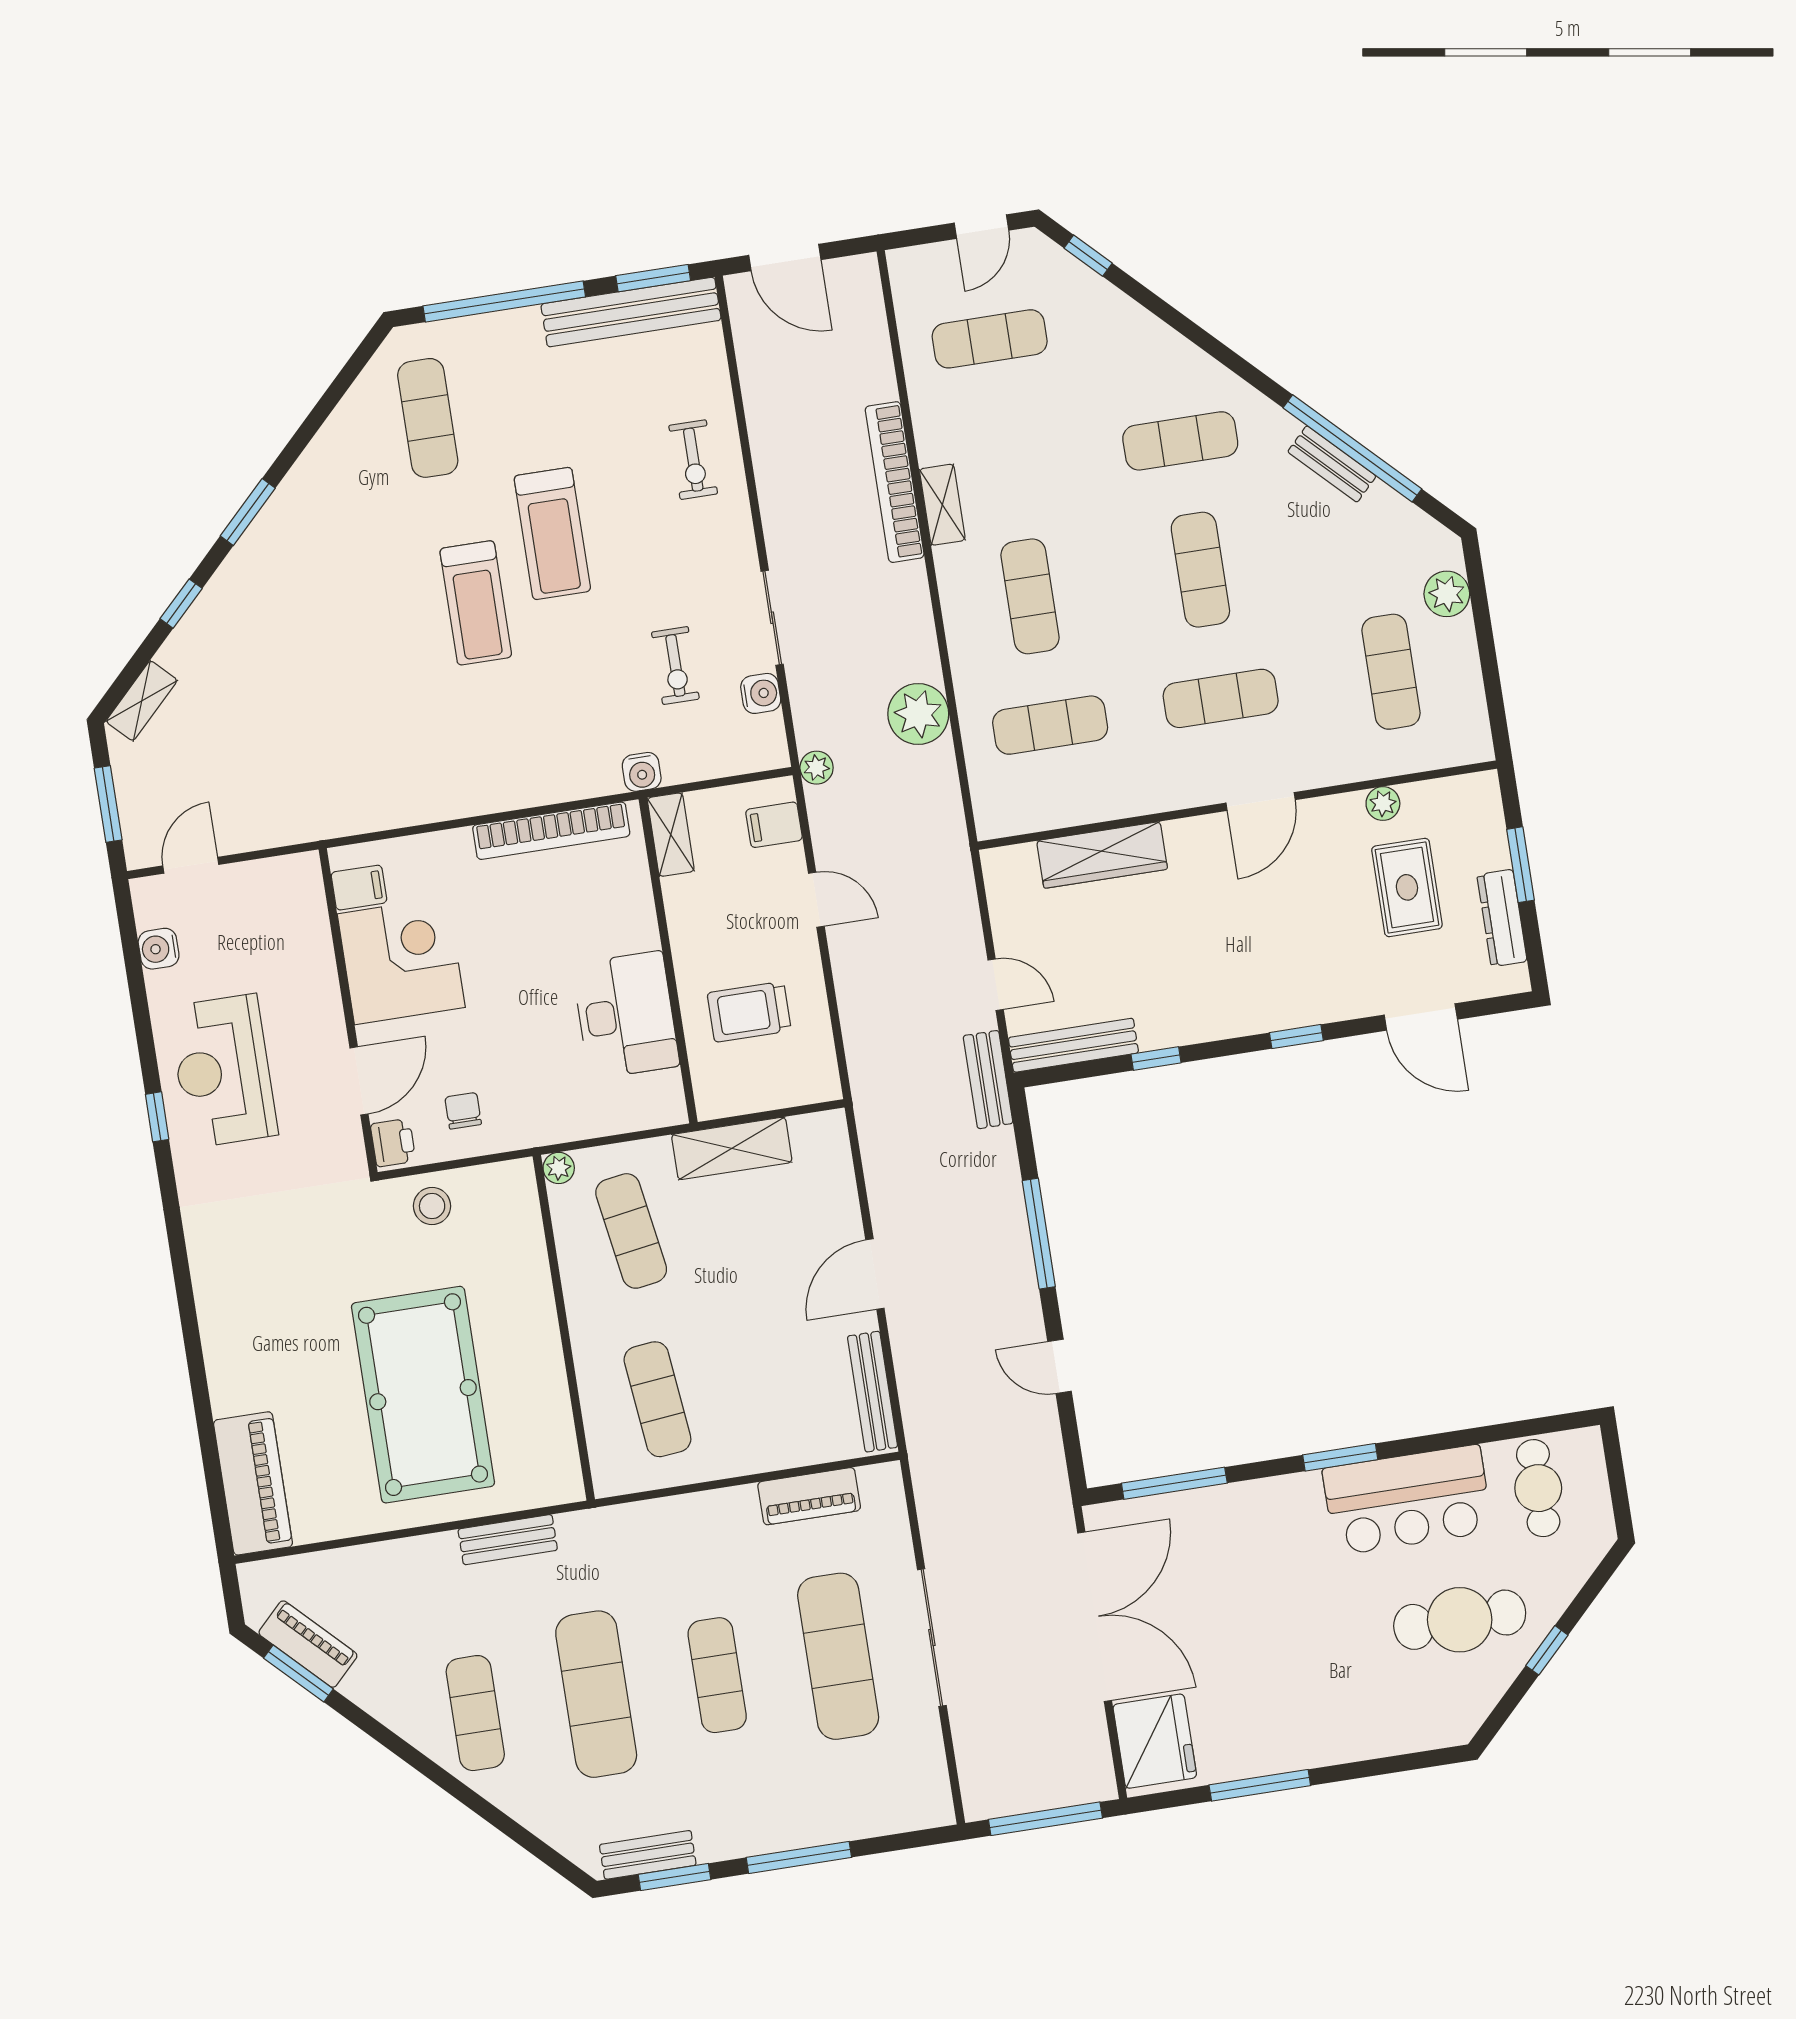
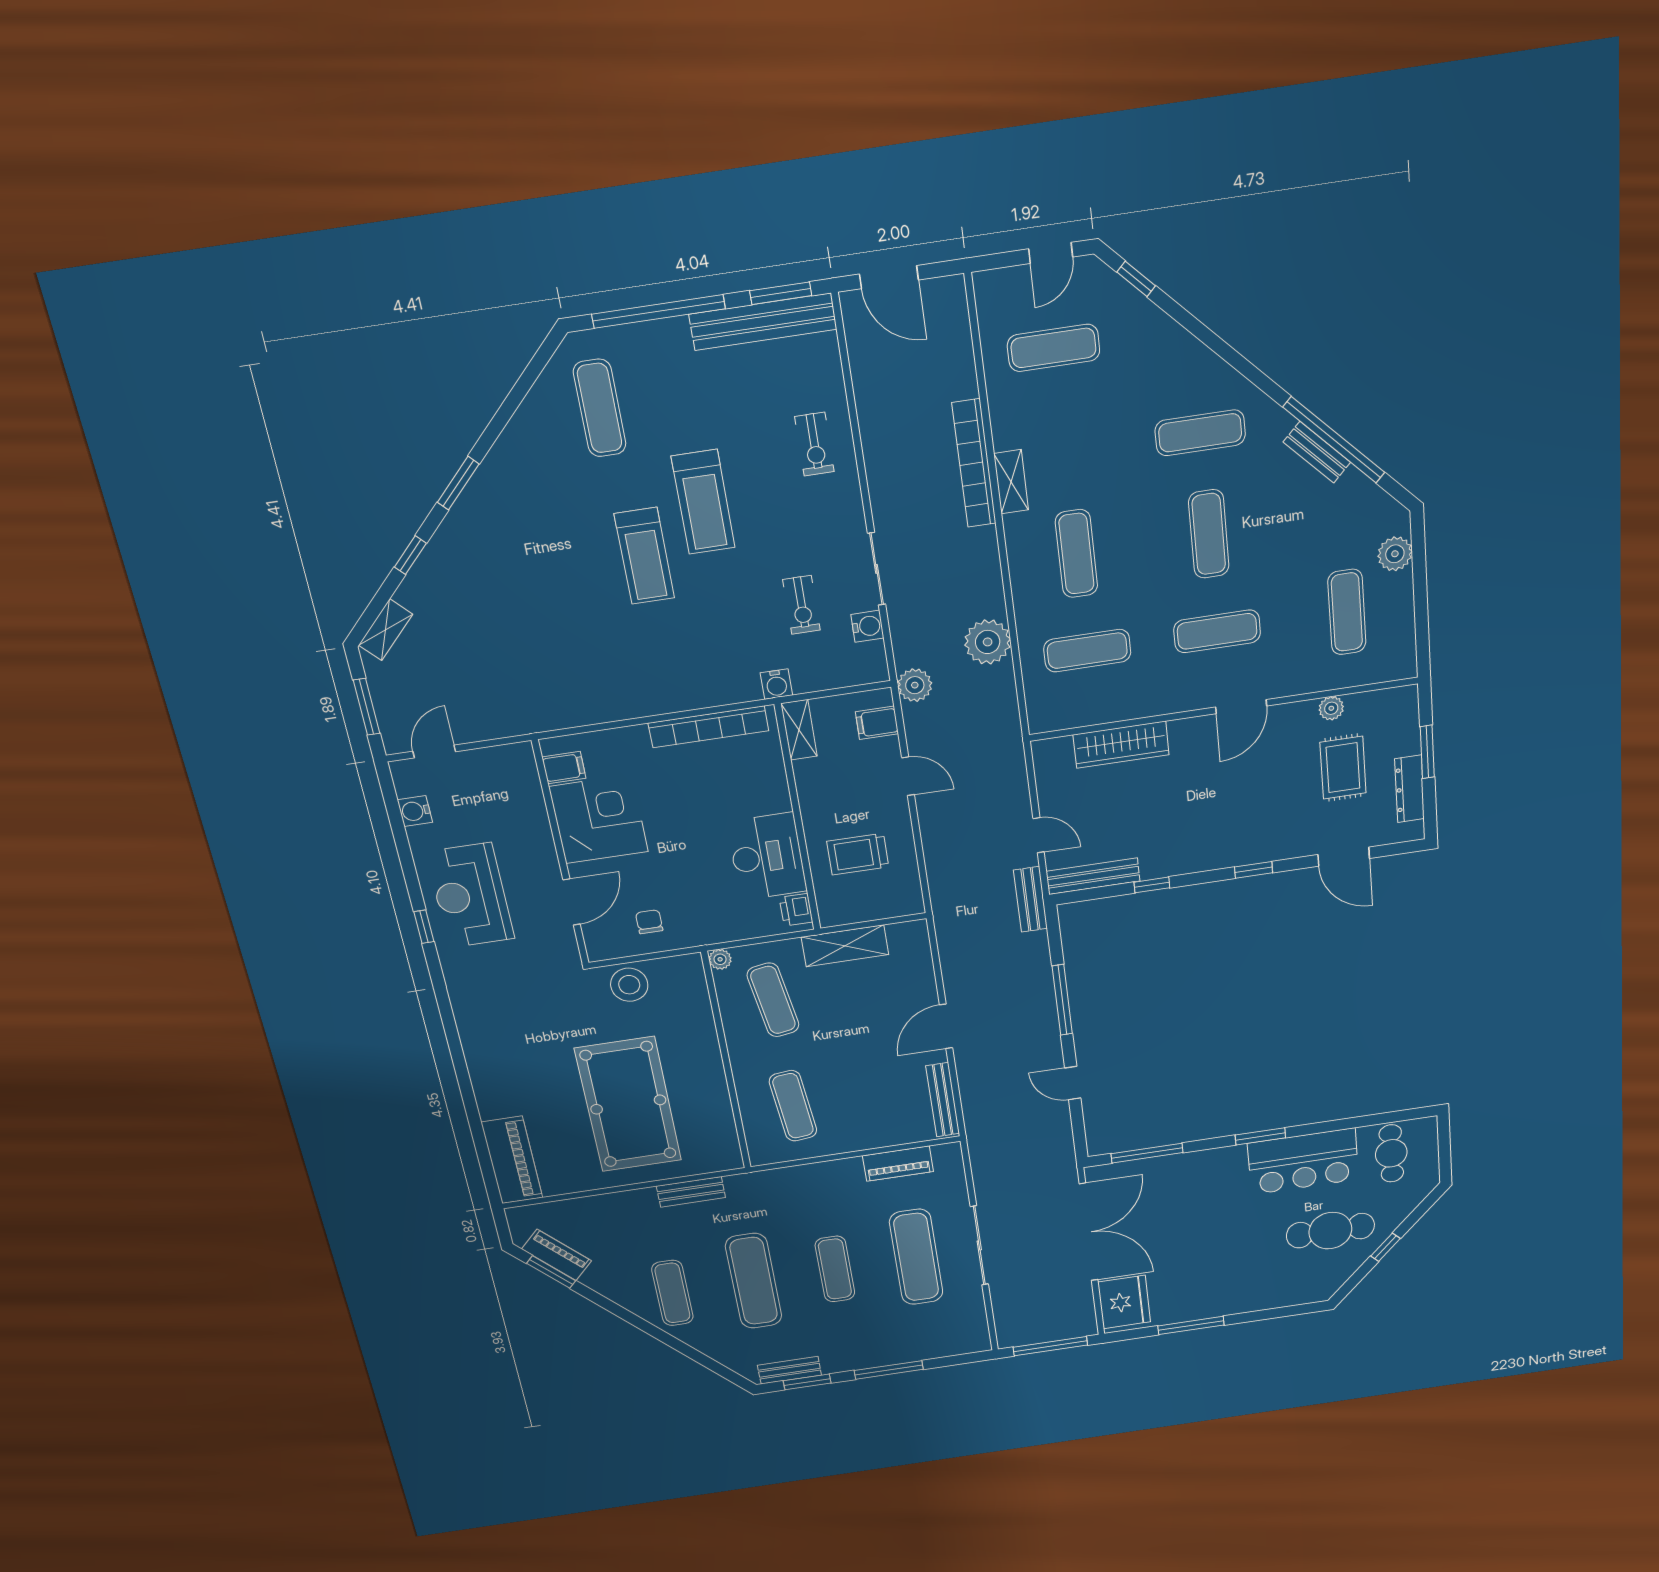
plant: (817, 768) -> (915, 685), width x1.38, depth x1.38
printer: (393, 1143) -> (796, 910), moved, turned 180
stool: (432, 1206) -> (629, 985), width x1.38, depth x1.38

